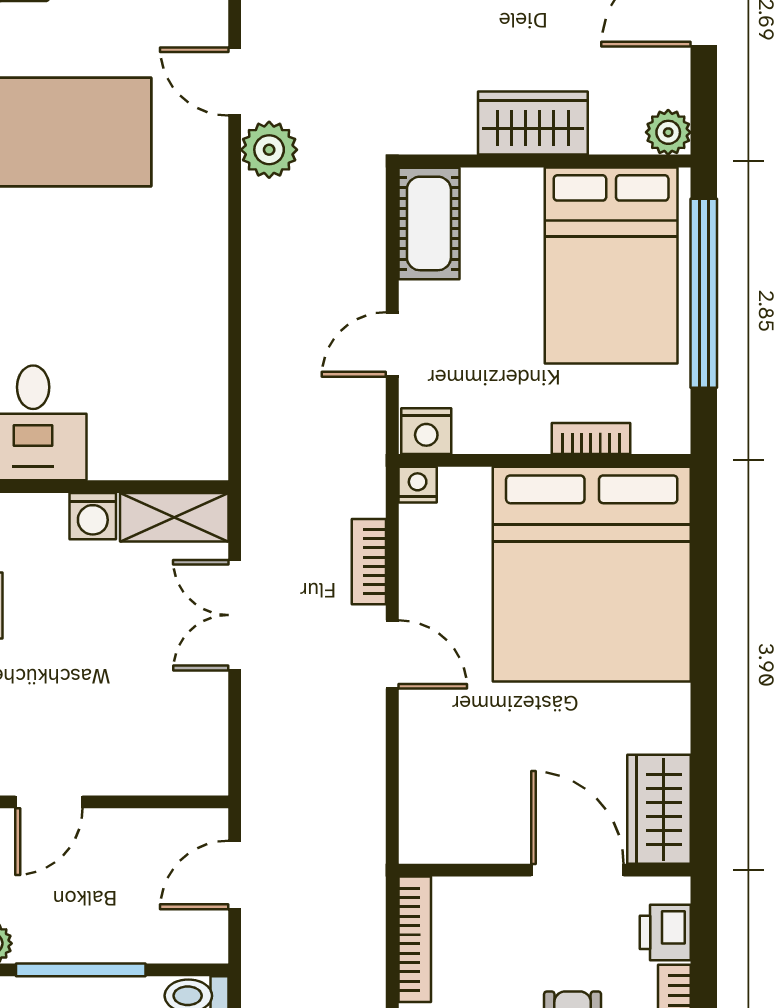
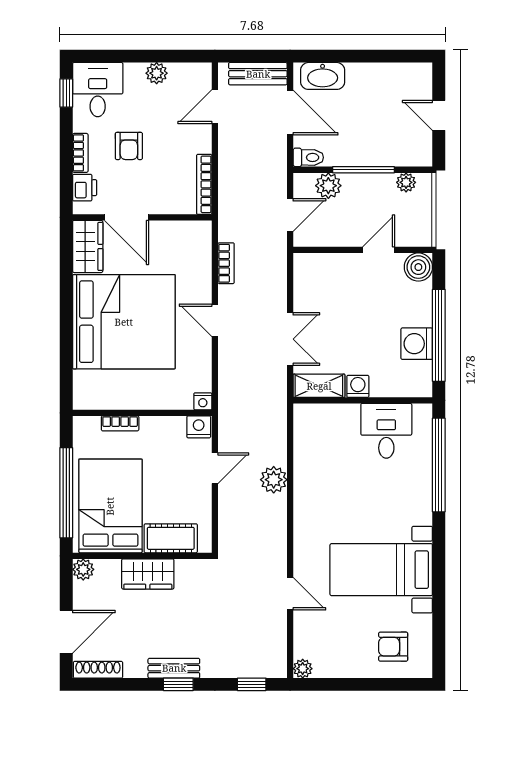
plant: (269, 150) -> (274, 480), moved
cot: (429, 223) -> (171, 538), moved, turned 90
bookcase: (369, 562) -> (226, 263), moved
bed: (592, 574) -> (124, 322), moved, turned 90
plant: (155, 937) -> (328, 186), added

